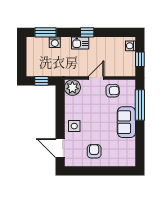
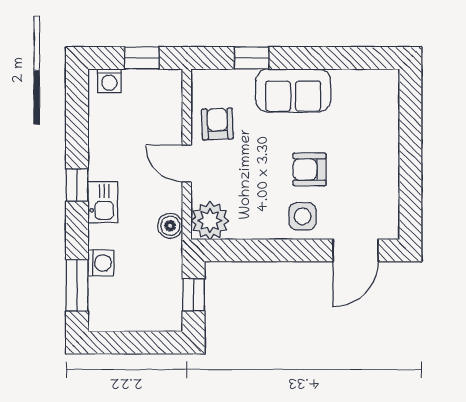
boiler: (70, 71) -> (170, 226), added
window: (140, 105) -> (252, 58), width x0.46
armchair: (94, 151) -> (310, 169), moved

